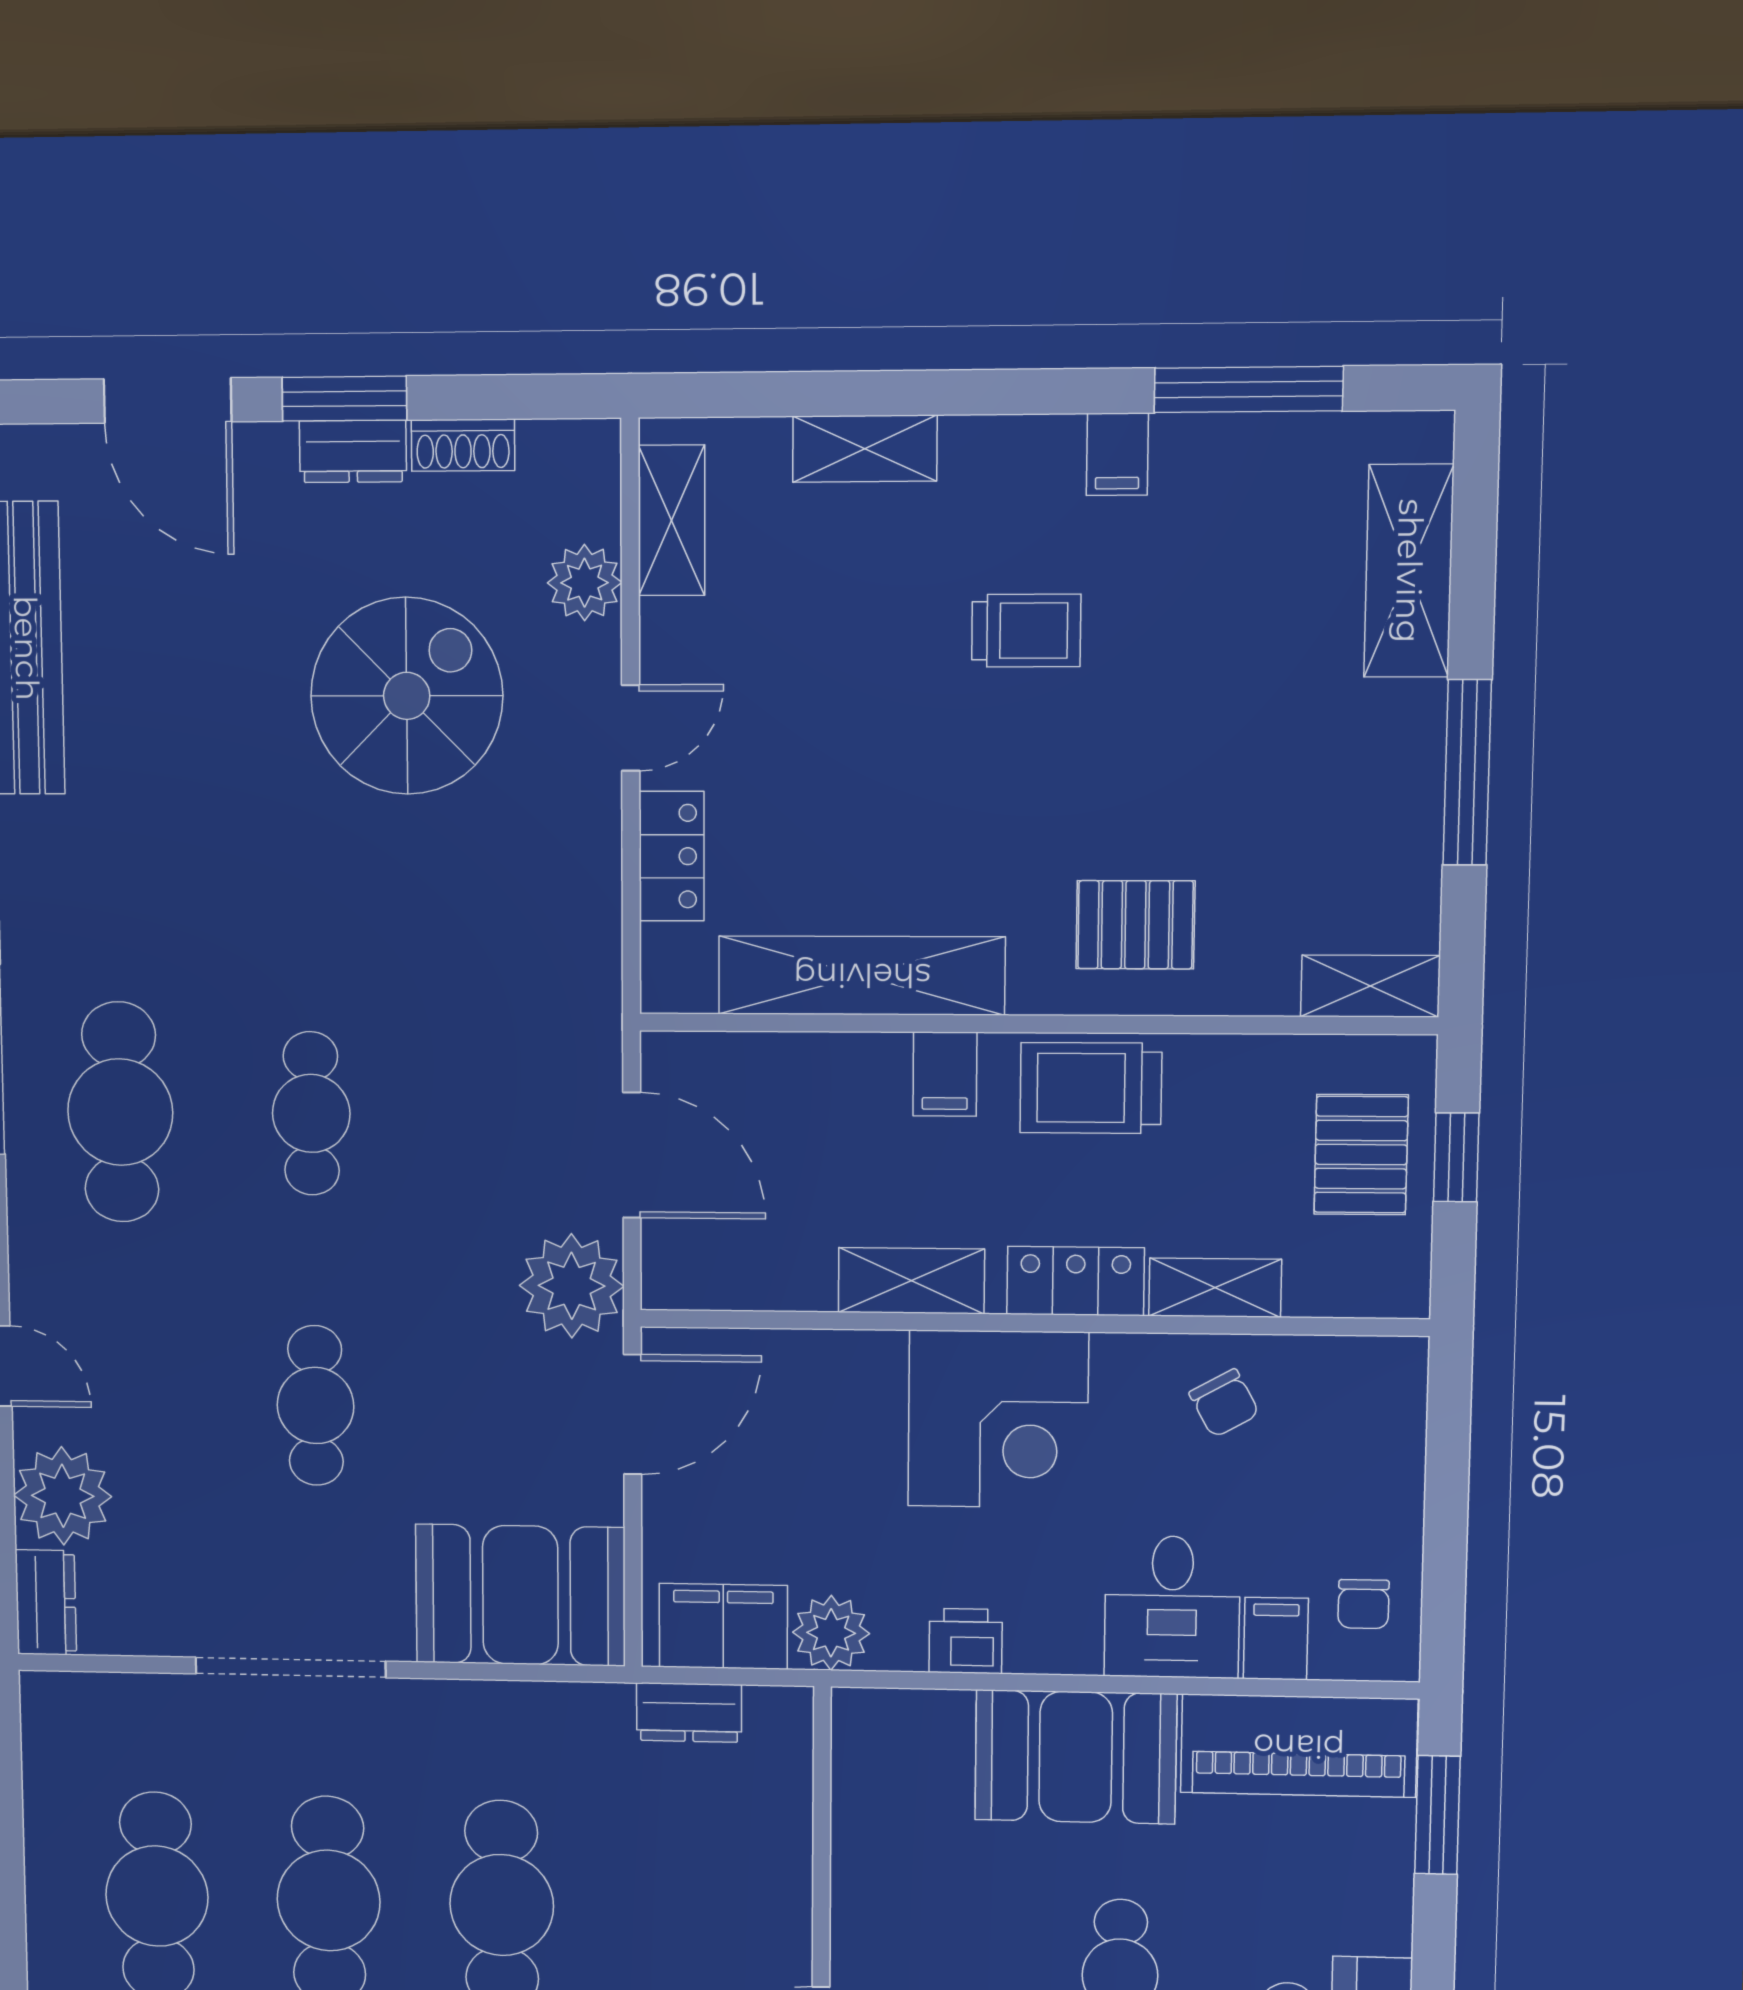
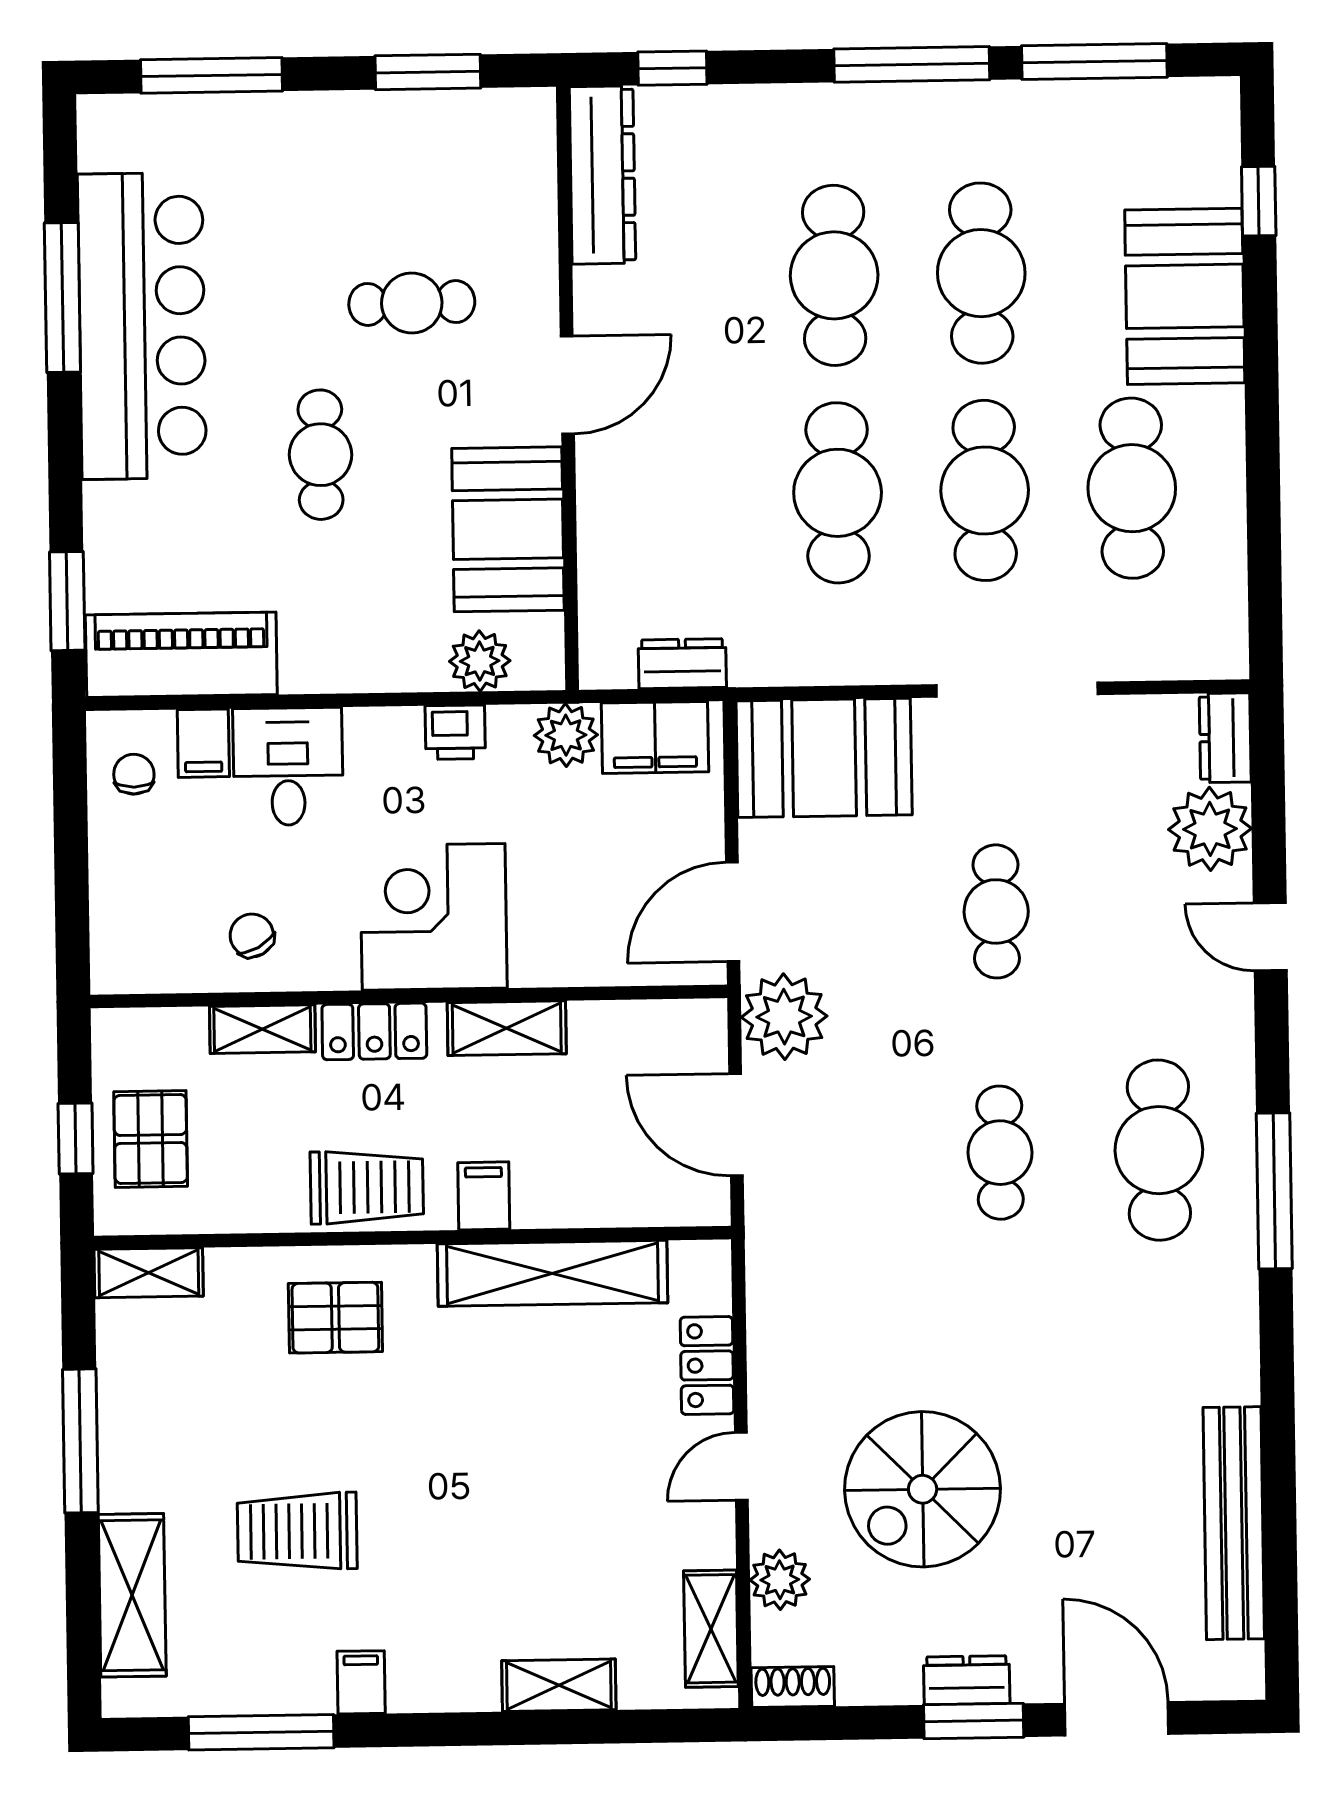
shoe rack: (463, 445) -> (793, 1687), moved
trolley: (1026, 631) -> (297, 1531), moved, width x1.36, depth x1.39
plant: (934, 1725) -> (480, 661), added
booth: (1076, 1757) -> (508, 529), moved, turned 90

